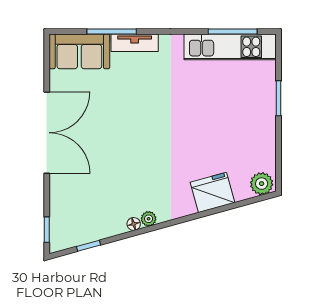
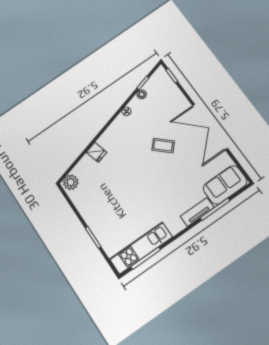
coffee table: (119, 150) -> (163, 146), added
fridge: (213, 192) -> (97, 152), width x0.53, depth x0.75
plant: (149, 219) -> (142, 94), moved

